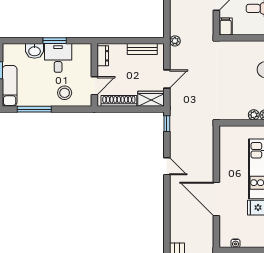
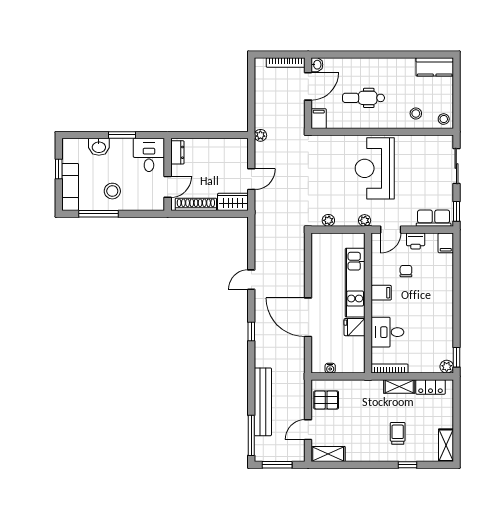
bench: (142, 49) -> (223, 145), removed
desk: (58, 58) -> (149, 155), moved
stool: (65, 93) -> (112, 191), moved
plant: (254, 115) -> (328, 220), moved
window: (167, 124) -> (251, 332), moved
door: (167, 166) -> (251, 280), swing flipped

